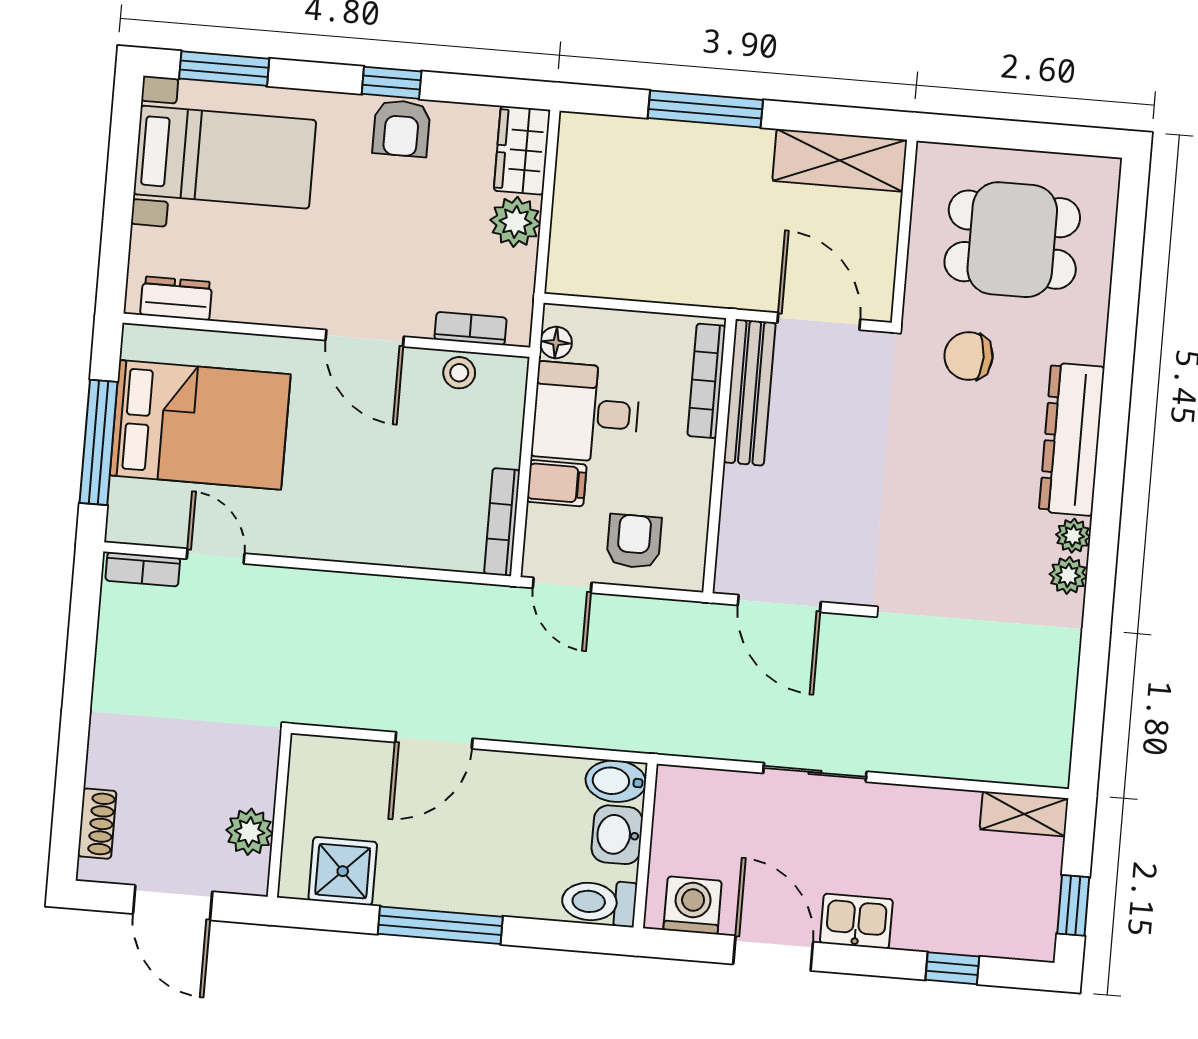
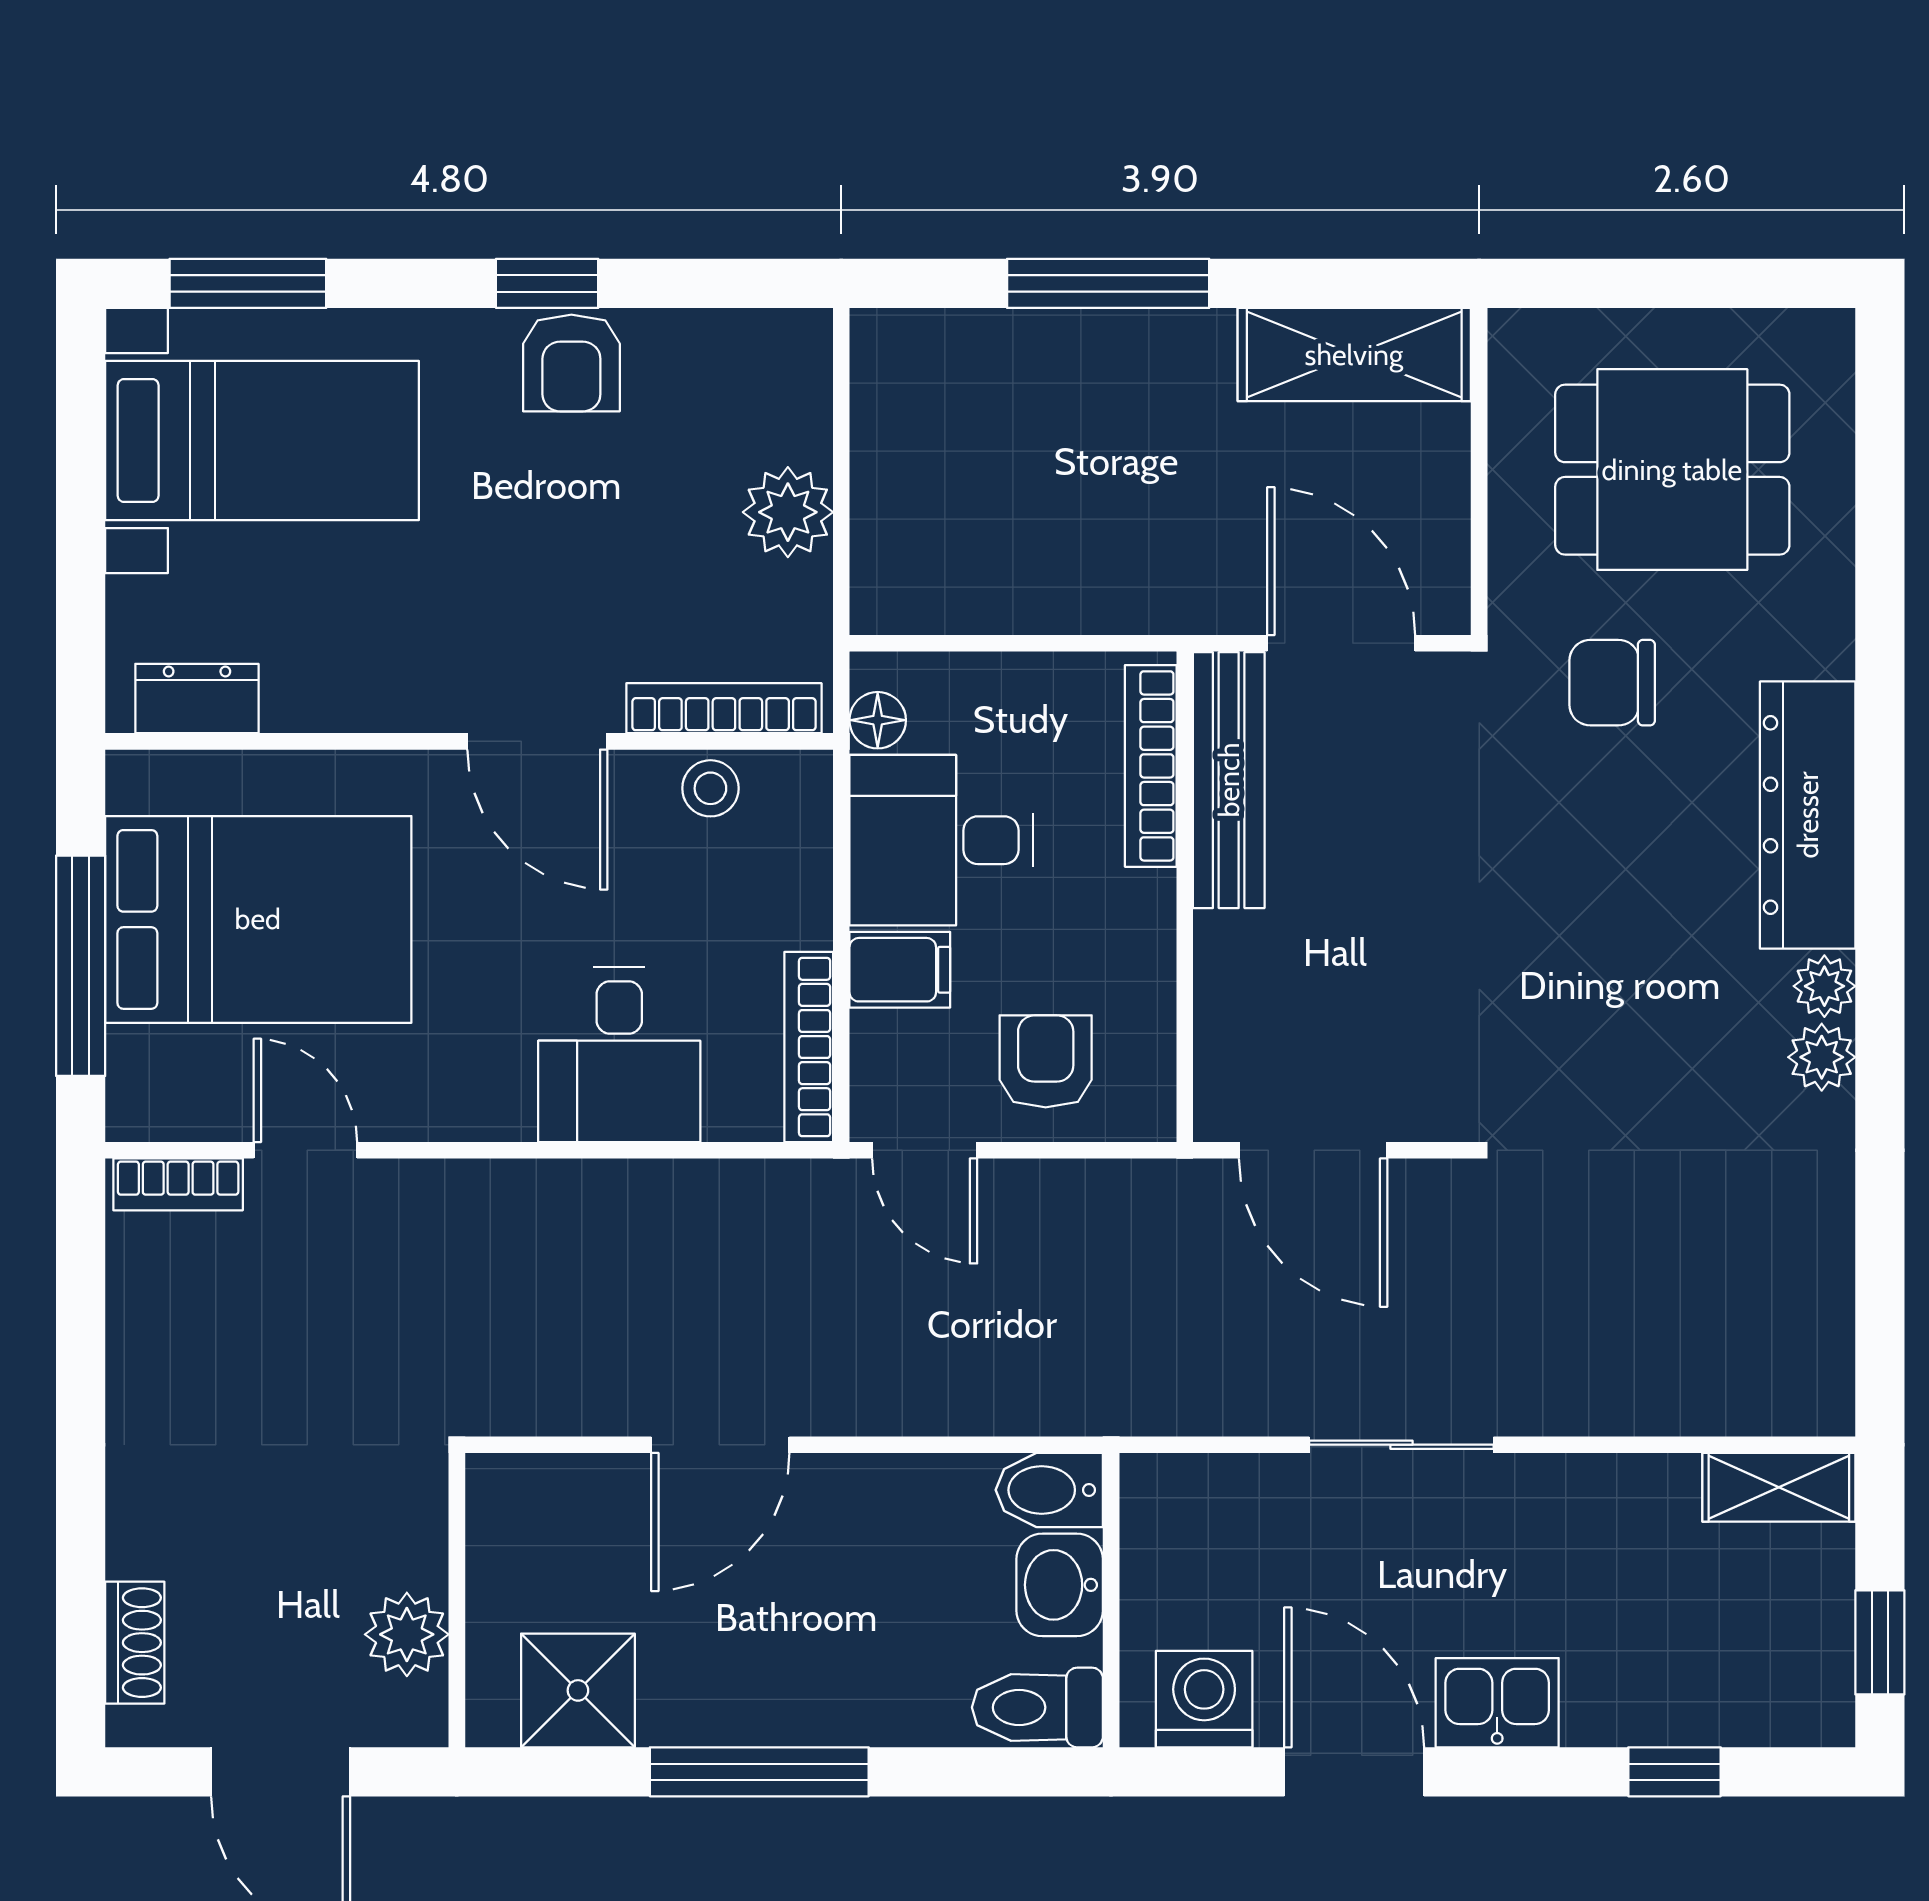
wardrobe: (522, 150) -> (789, 384), removed
bookcase: (471, 329) -> (724, 708), width x1.56
desk: (396, 517) -> (619, 1055), added

